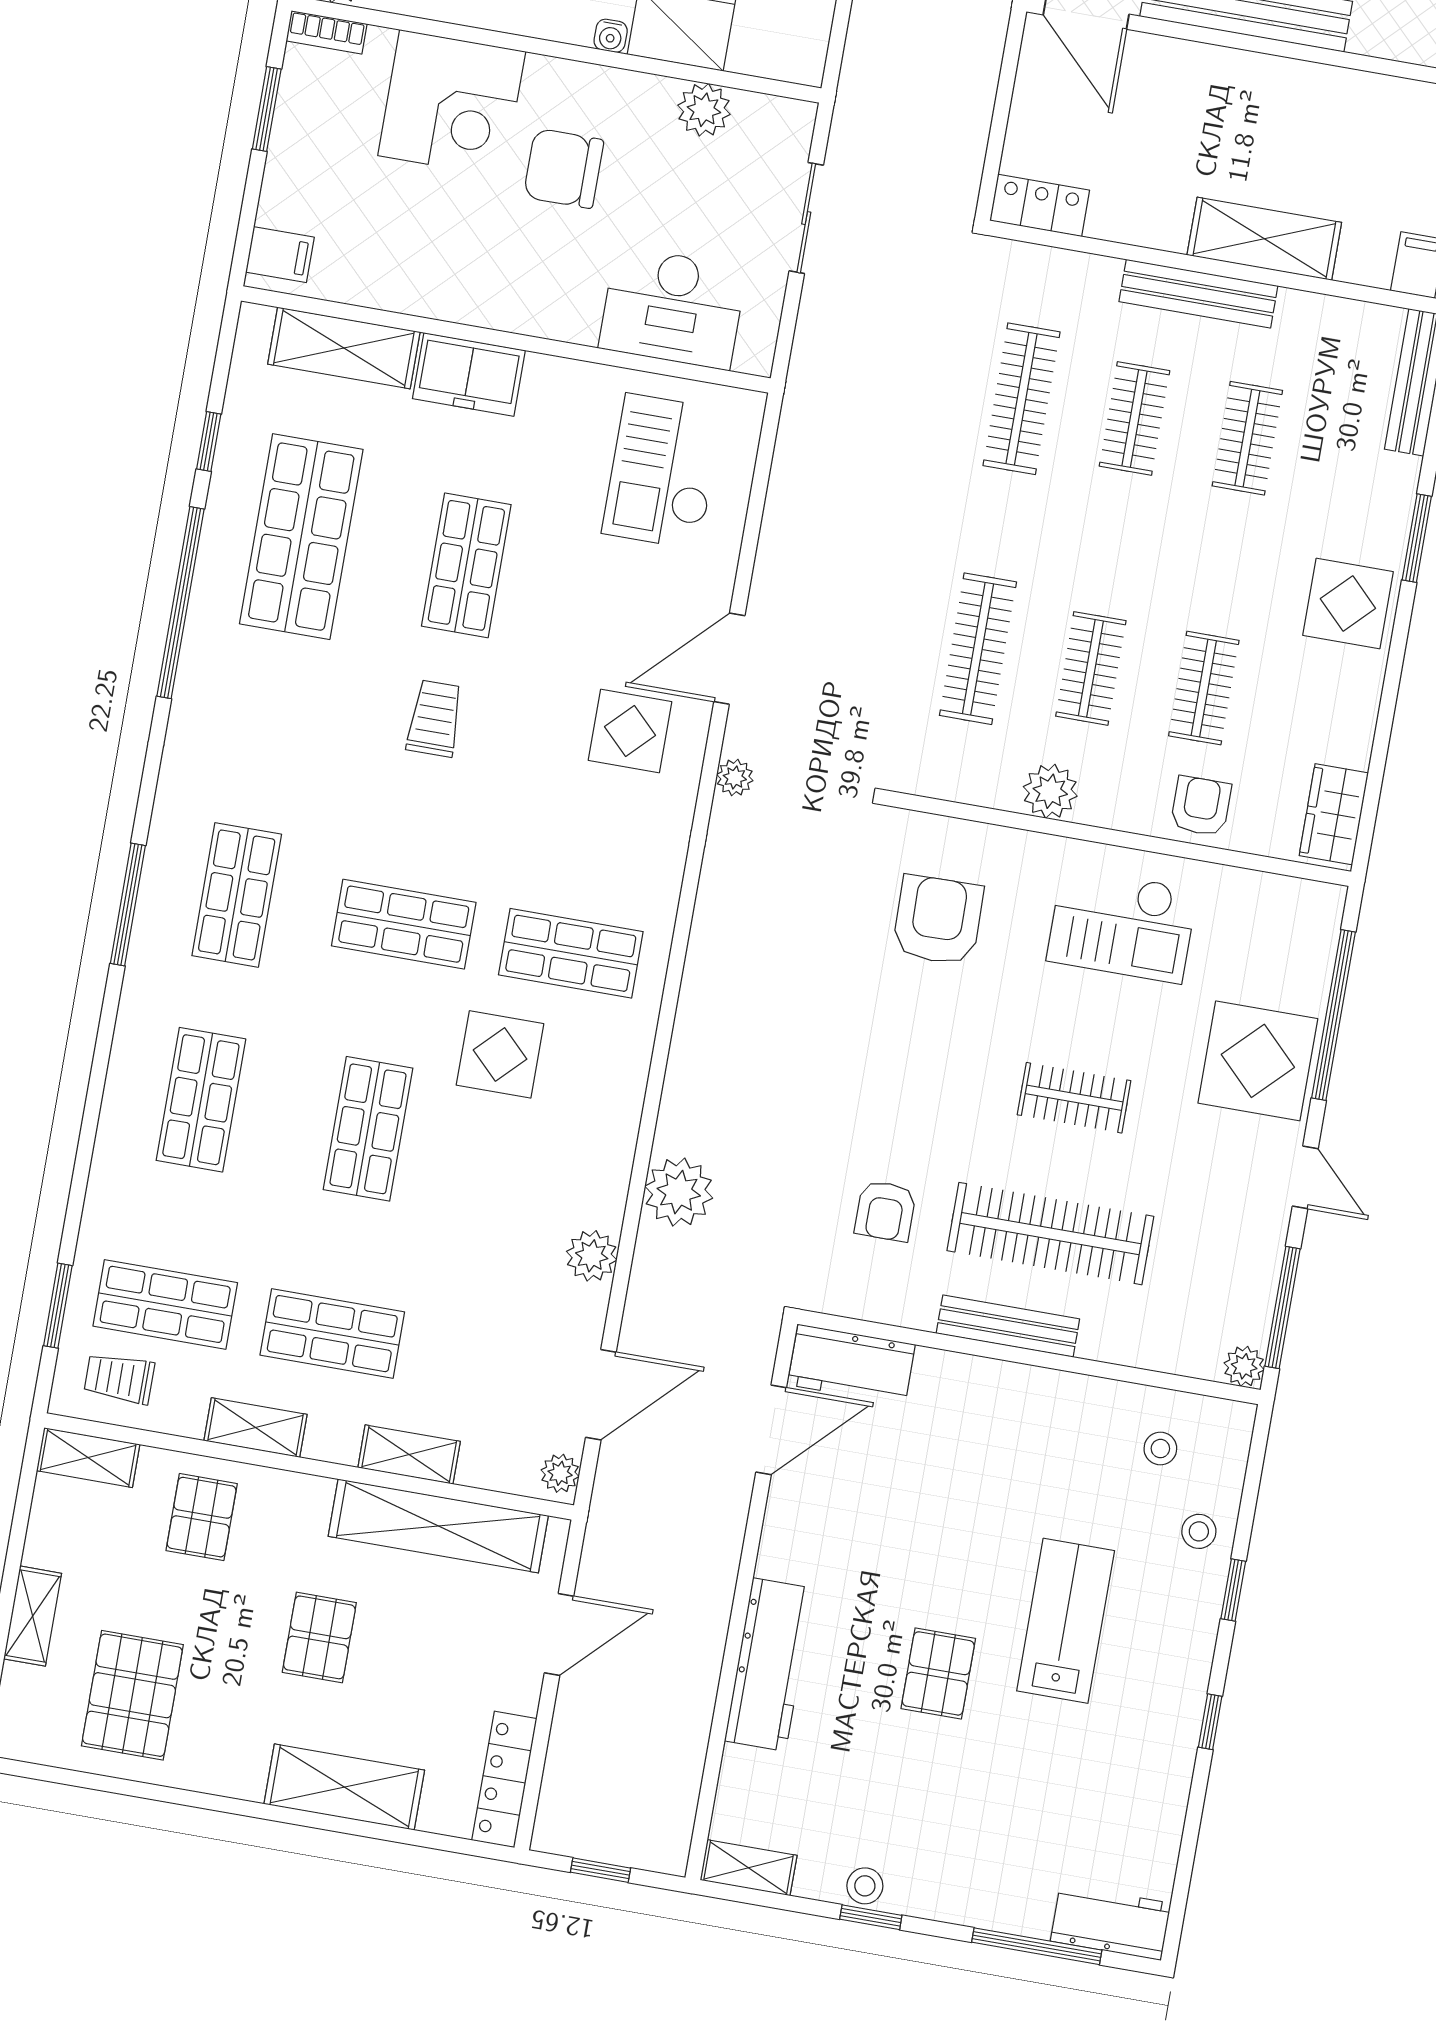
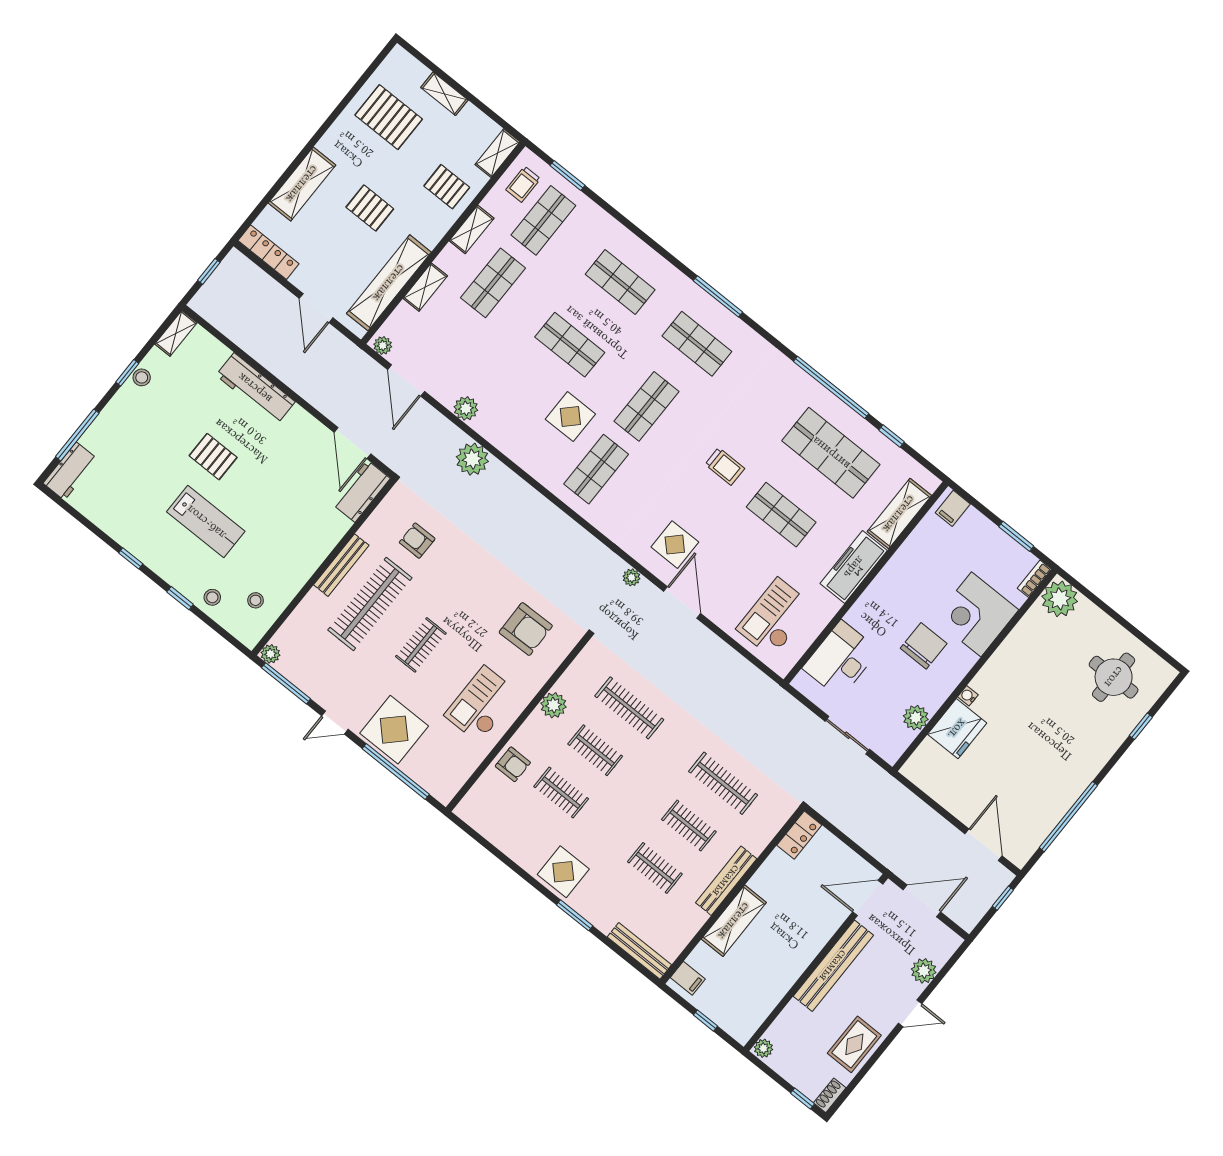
freezer: (469, 374) -> (854, 567), width x1.40
checkout: (663, 472) -> (775, 618), turned -90
wardrobe: (1334, 814) -> (479, 818), removed
trolley: (119, 1378) -> (523, 184), turned 180

